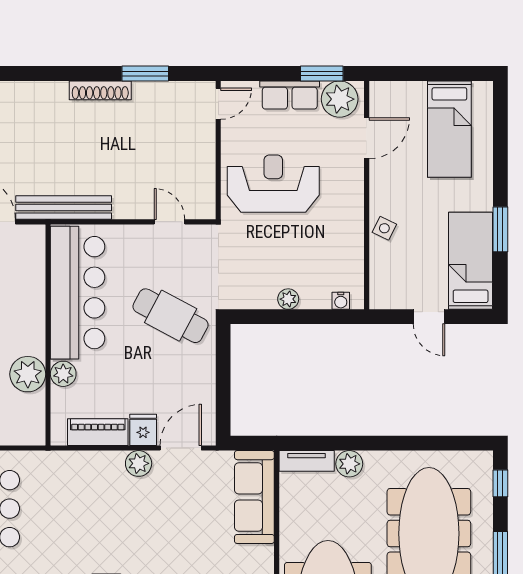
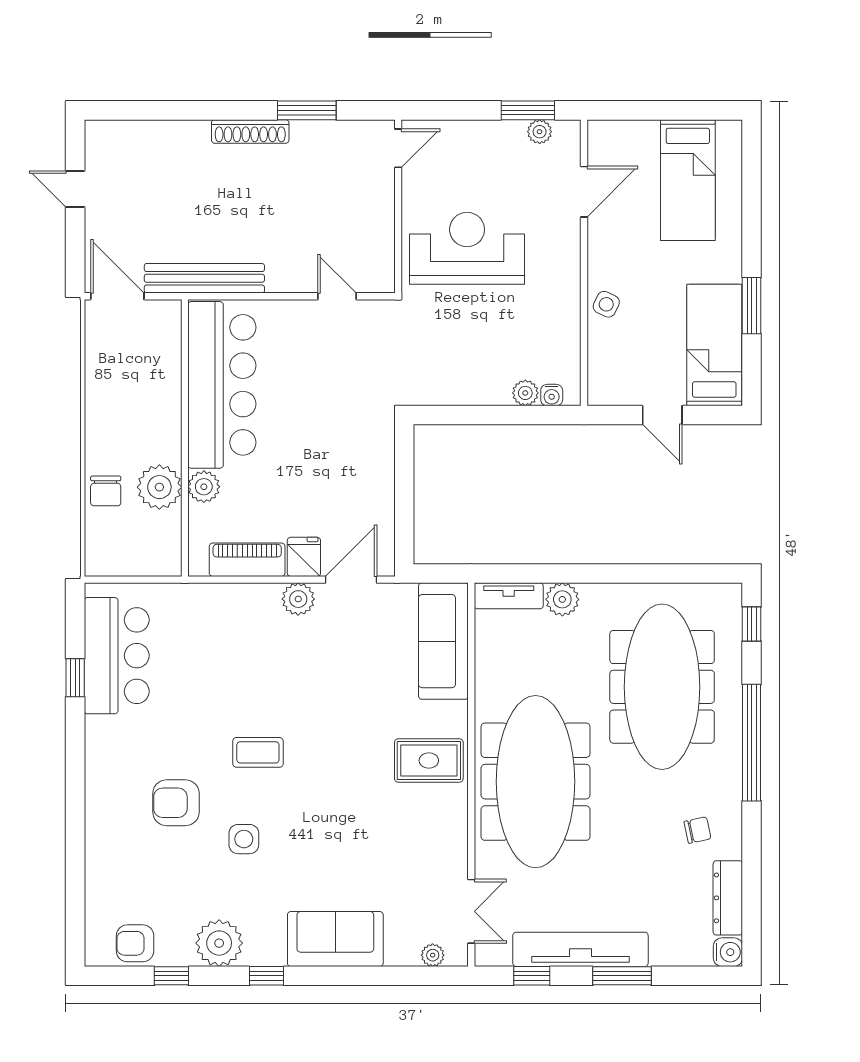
row of seats: (290, 95) -> (488, 137), removed
plant: (340, 99) -> (540, 132), width x0.53, depth x0.53
plant: (288, 299) -> (525, 393), moved
cafe table: (171, 316) -> (338, 414), removed

